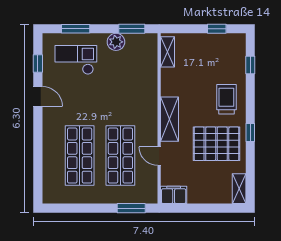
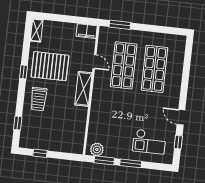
window: (76, 29) -> (131, 163), moved
plant: (116, 42) -> (97, 149), moved
shelving: (167, 52) -> (79, 140), removed

